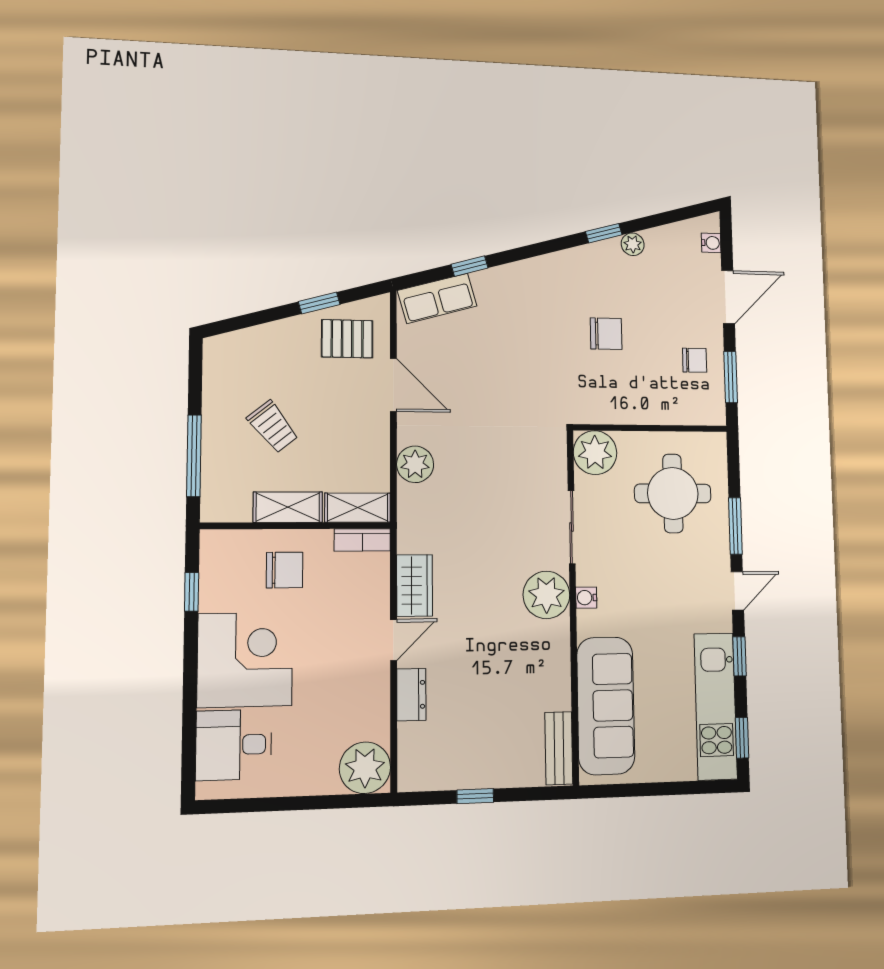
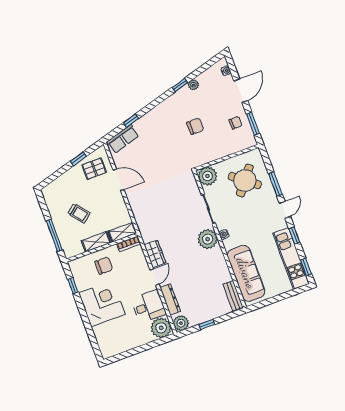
plant: (415, 464) -> (181, 323), moved
round table: (673, 493) -> (245, 181), turned 38
dresser: (411, 695) -> (170, 299), width x1.44
desk: (234, 745) -> (149, 306), moved, turned 180

